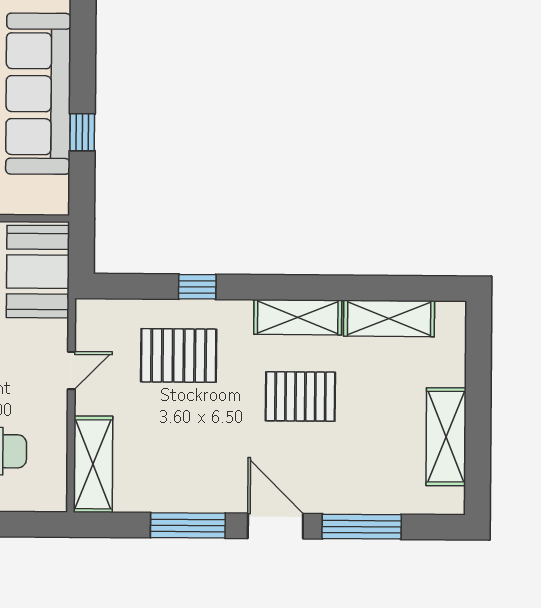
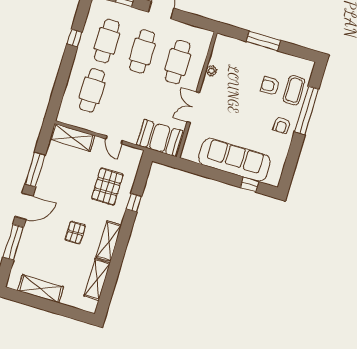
window: (82, 132) -> (250, 185), moved
pallet: (300, 396) -> (75, 233), width x0.67, depth x0.71

